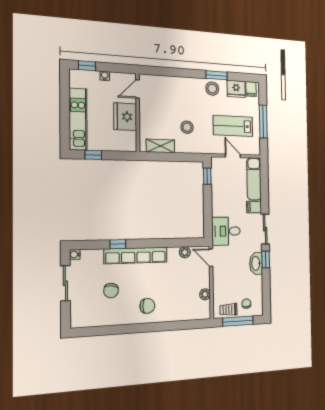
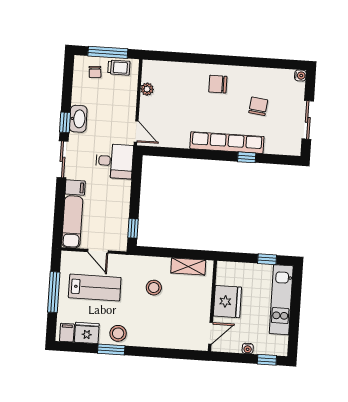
plant: (185, 252) -> (168, 141), removed
water cooler: (75, 254) -> (300, 75), moved

